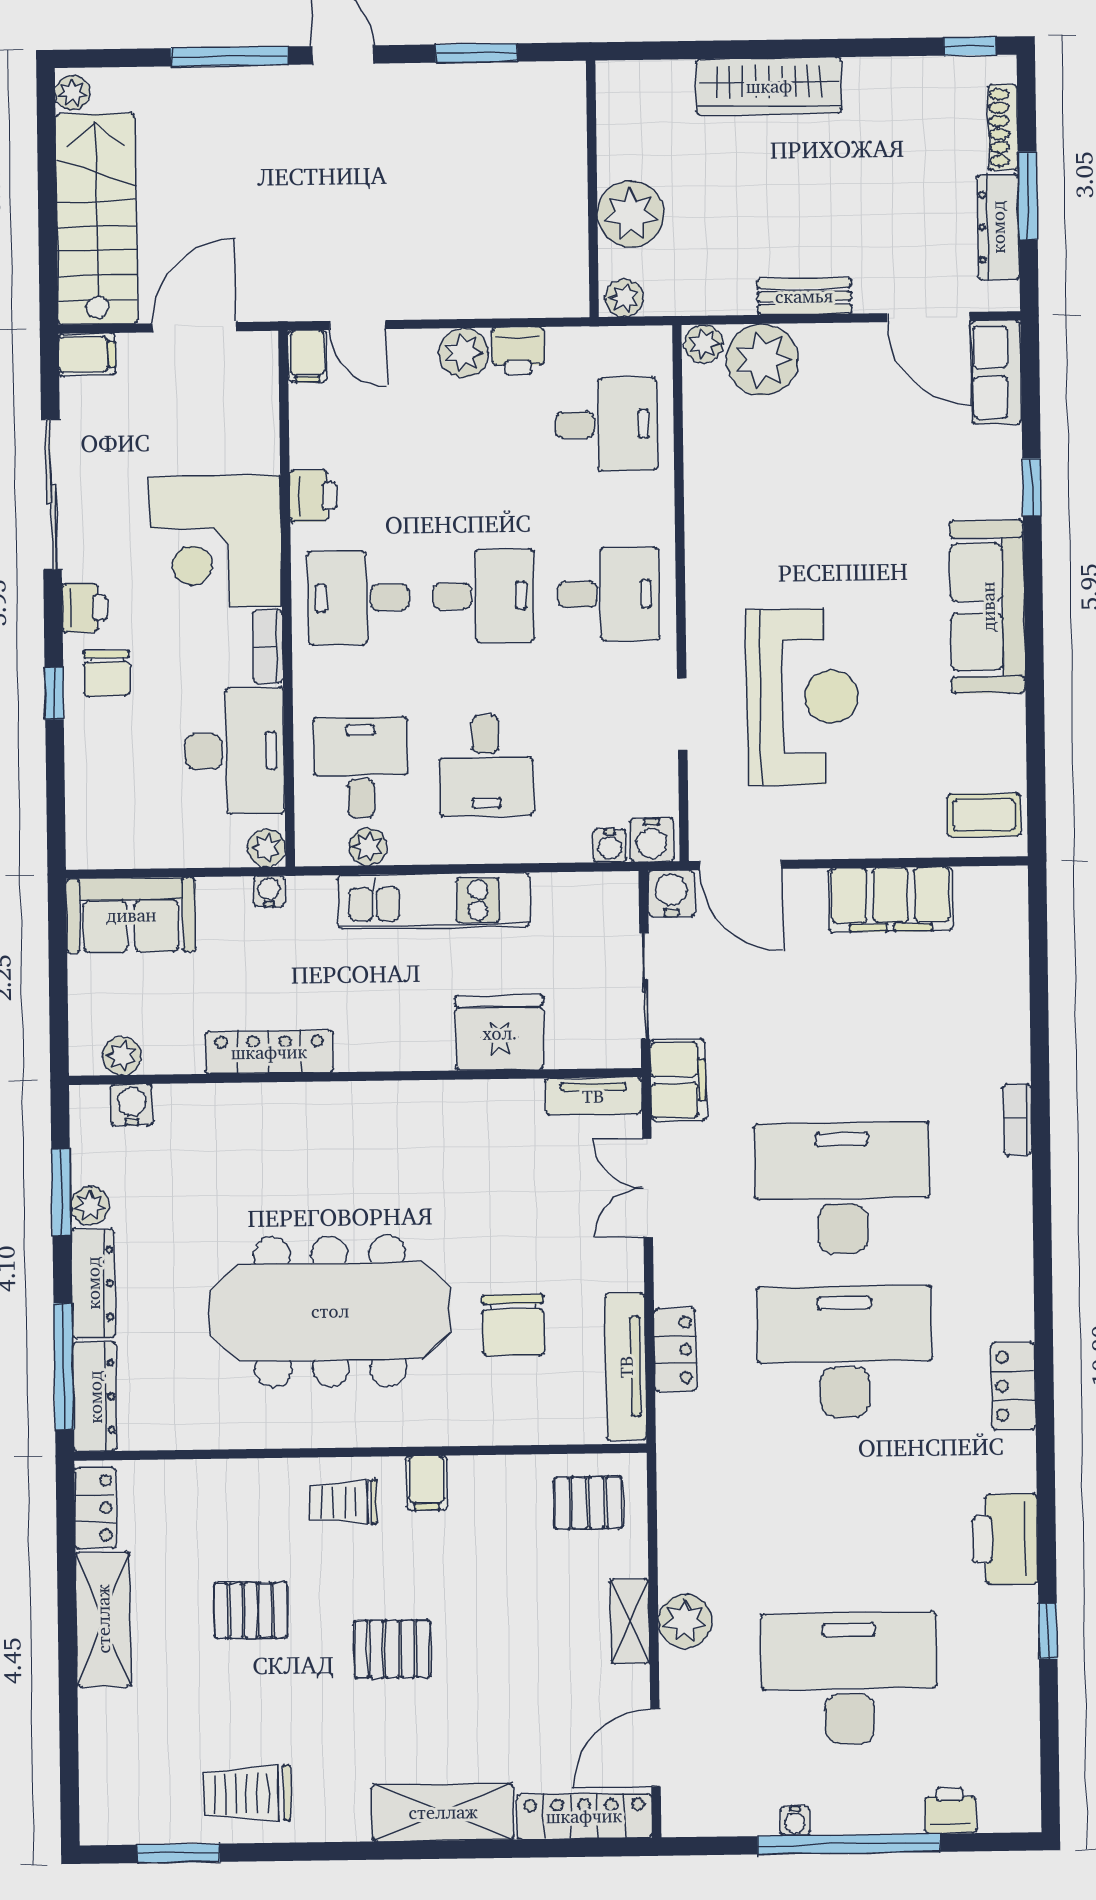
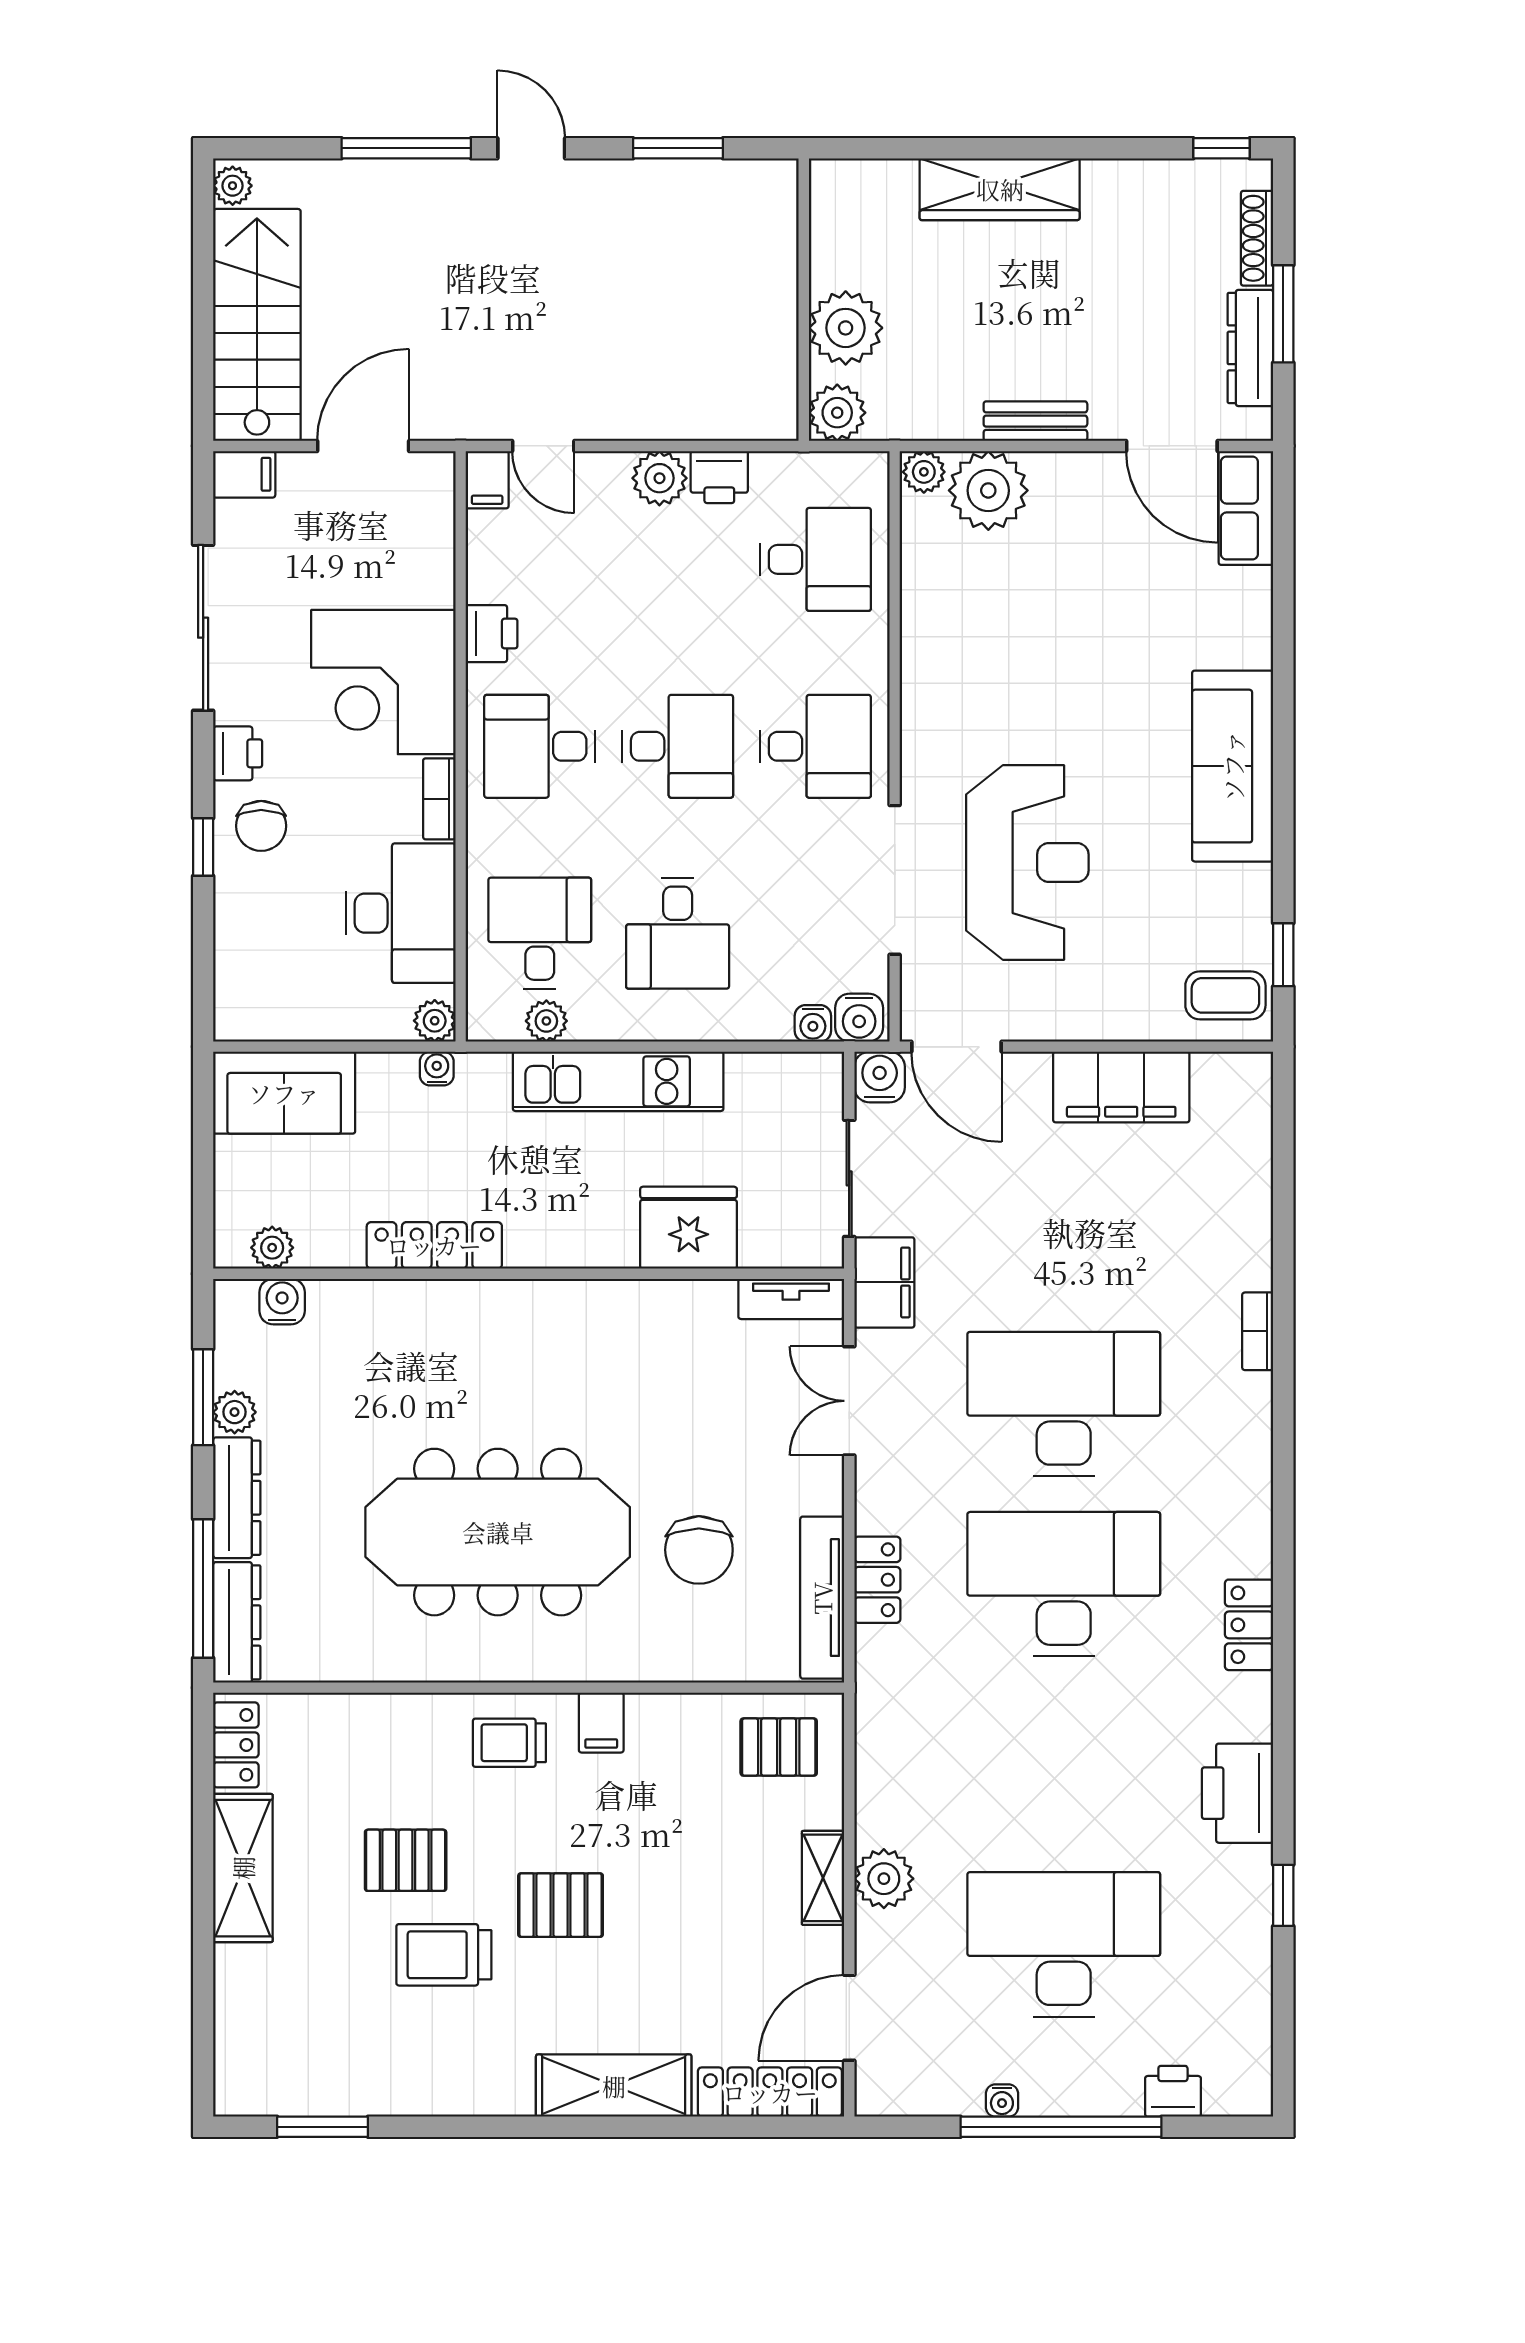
plant: (624, 298) -> (837, 413), width x1.38, depth x1.38
window: (1032, 487) -> (1283, 955), moved
doorway: (682, 714) -> (895, 880), width x1.88
trolley: (247, 1793) -> (444, 1955), moved

